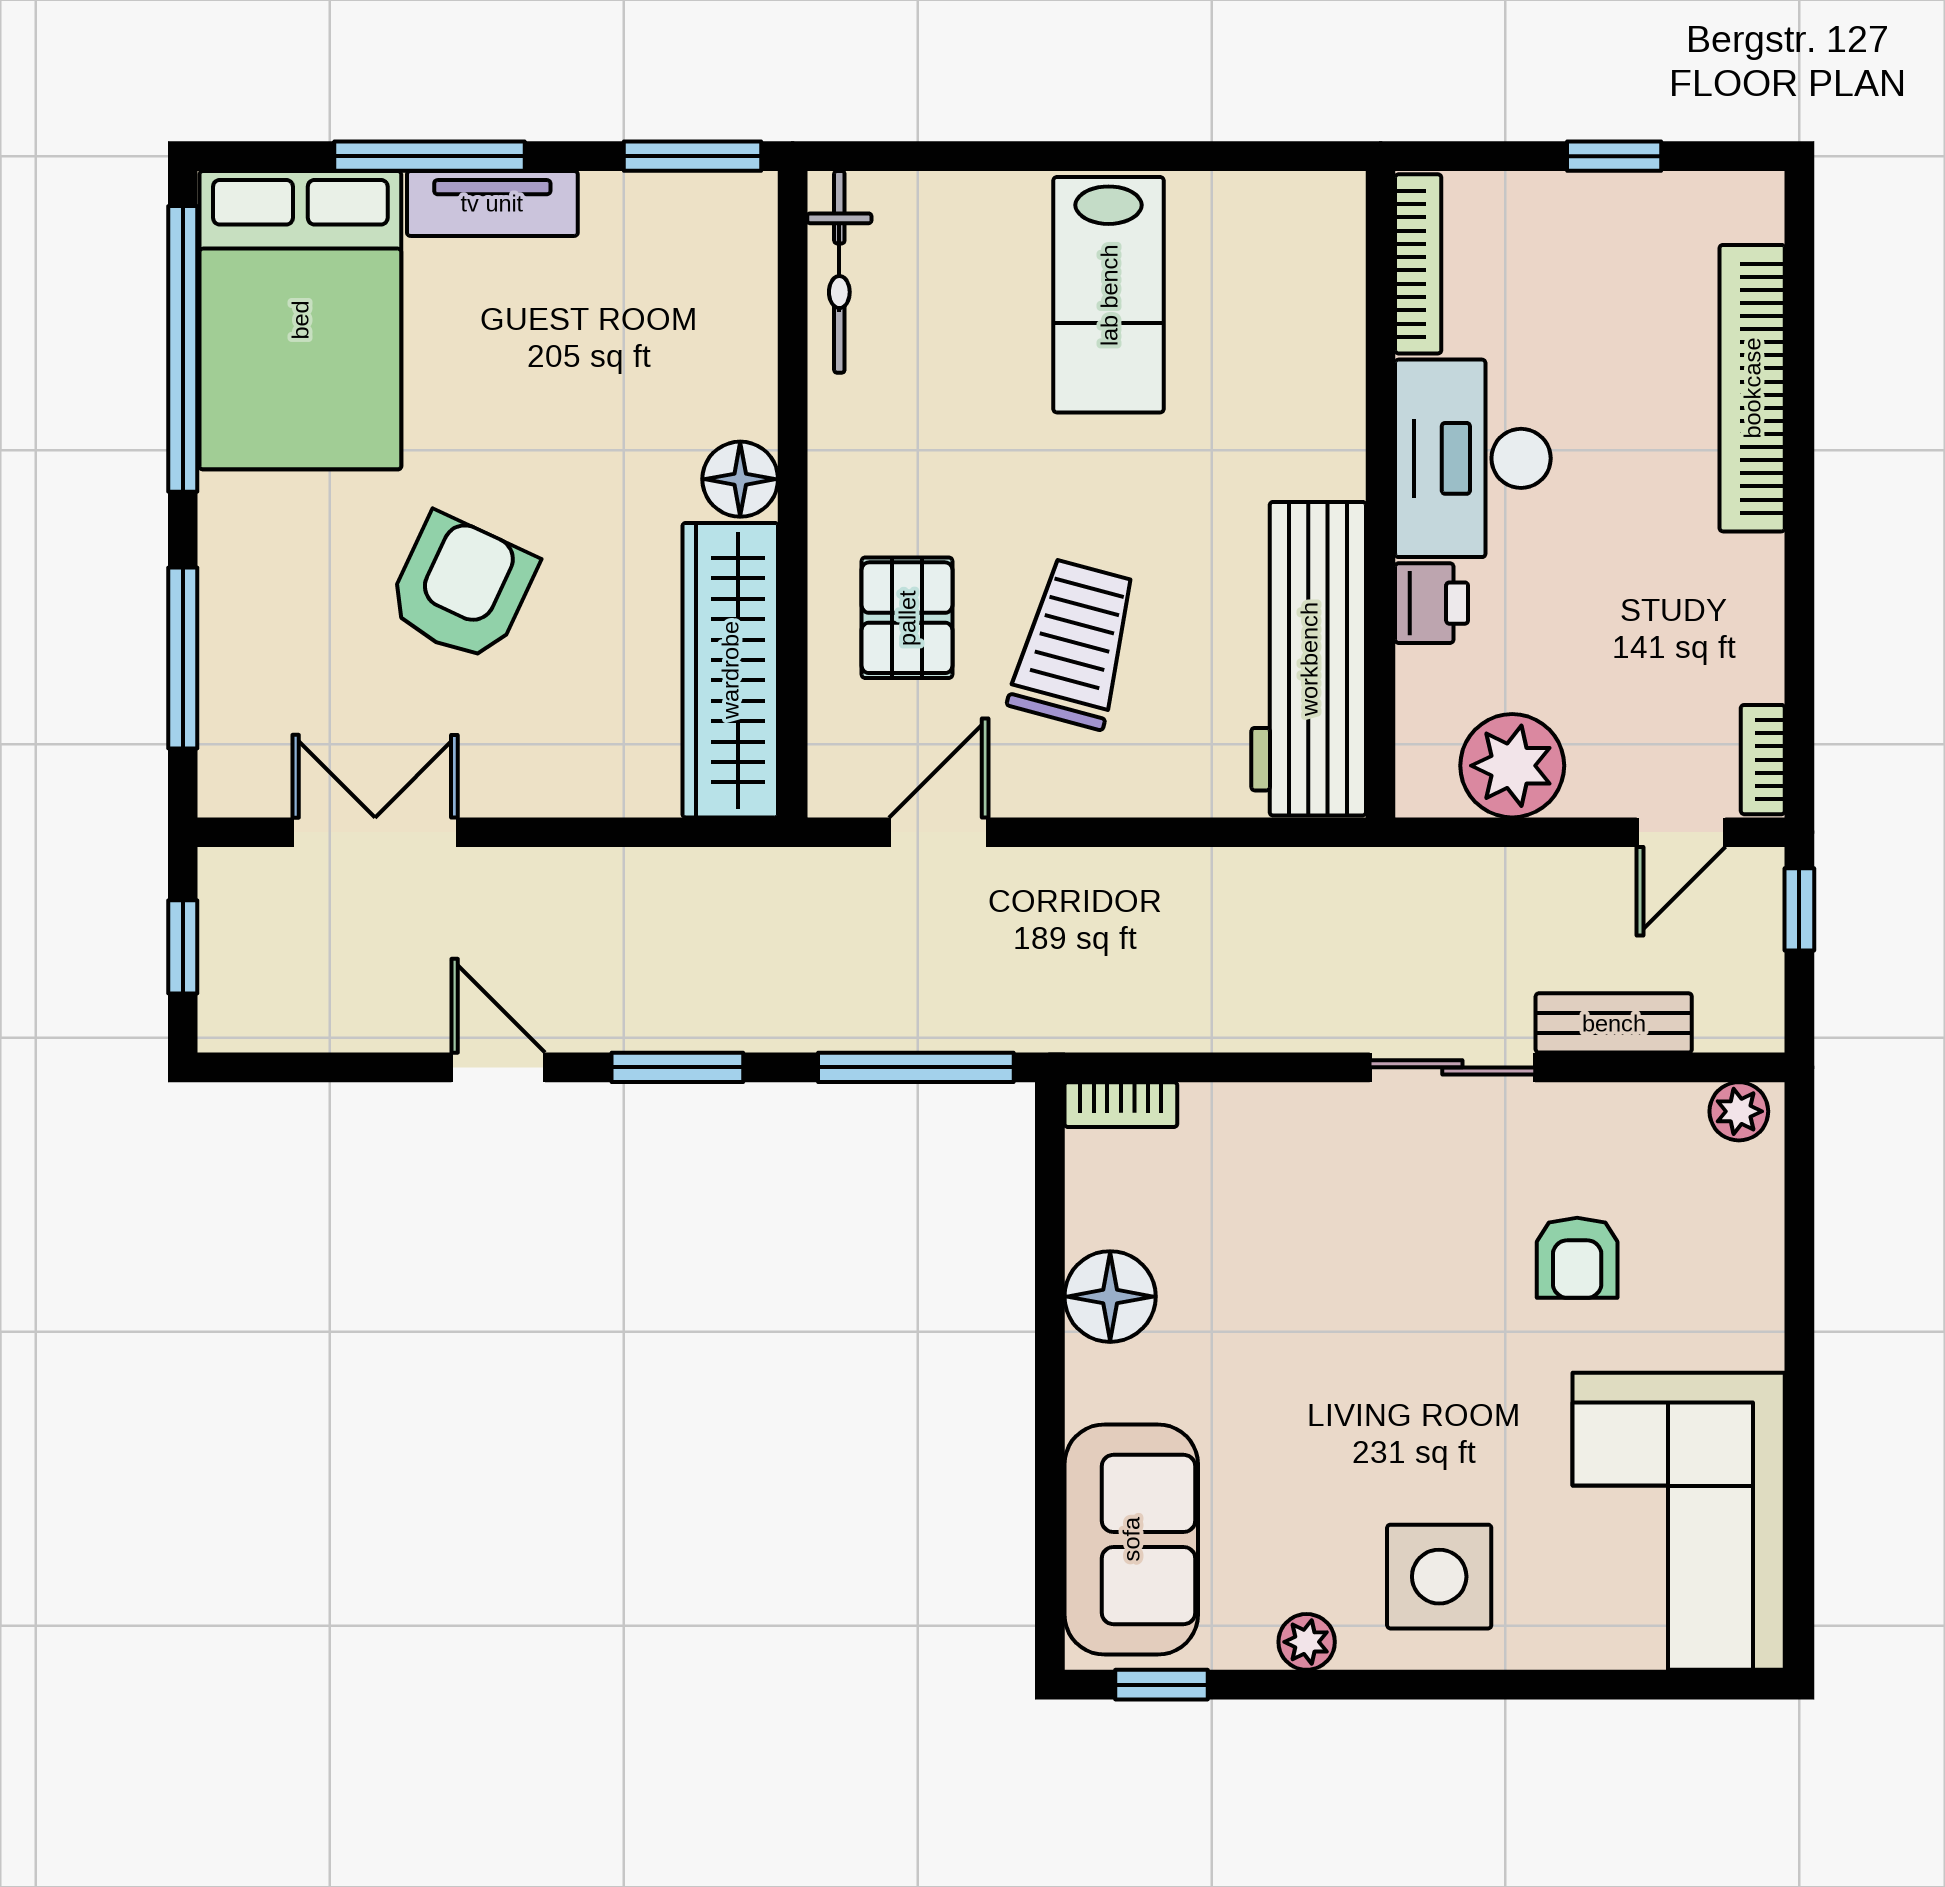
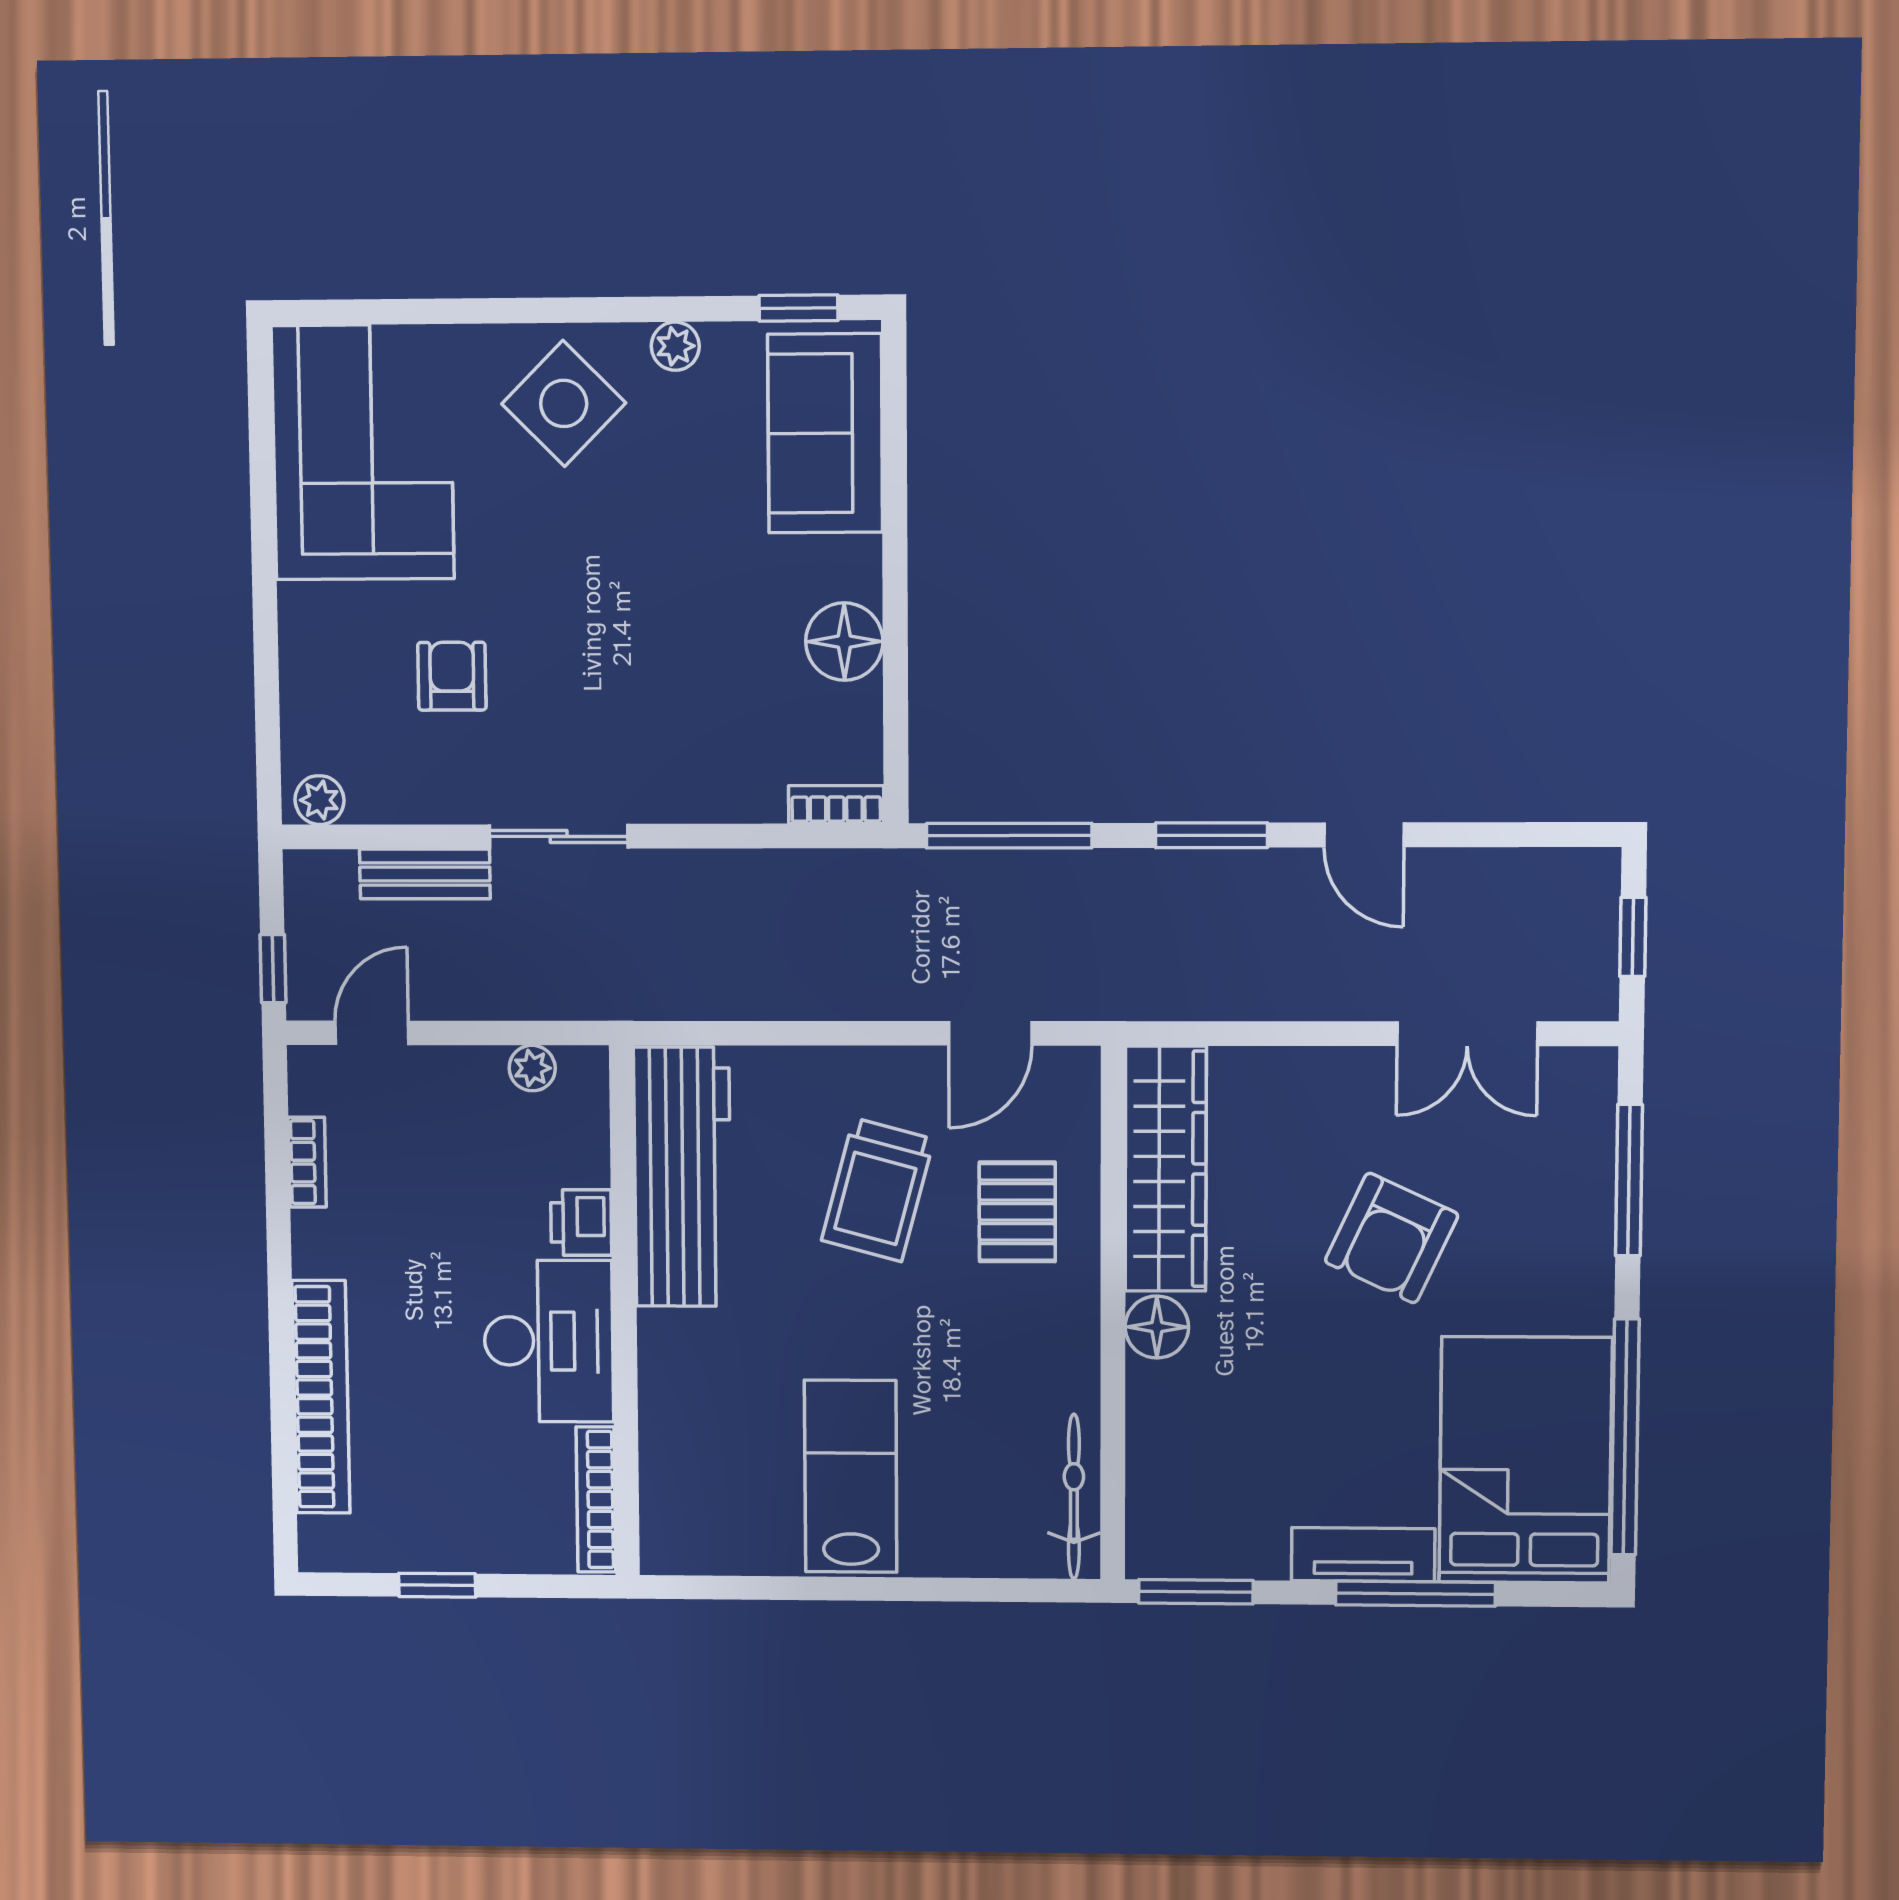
bookcase: (1763, 760) -> (307, 1162), moved
plant: (1512, 766) -> (532, 1068), width x0.53, depth x0.53
side table: (1439, 1577) -> (564, 403), turned 45

